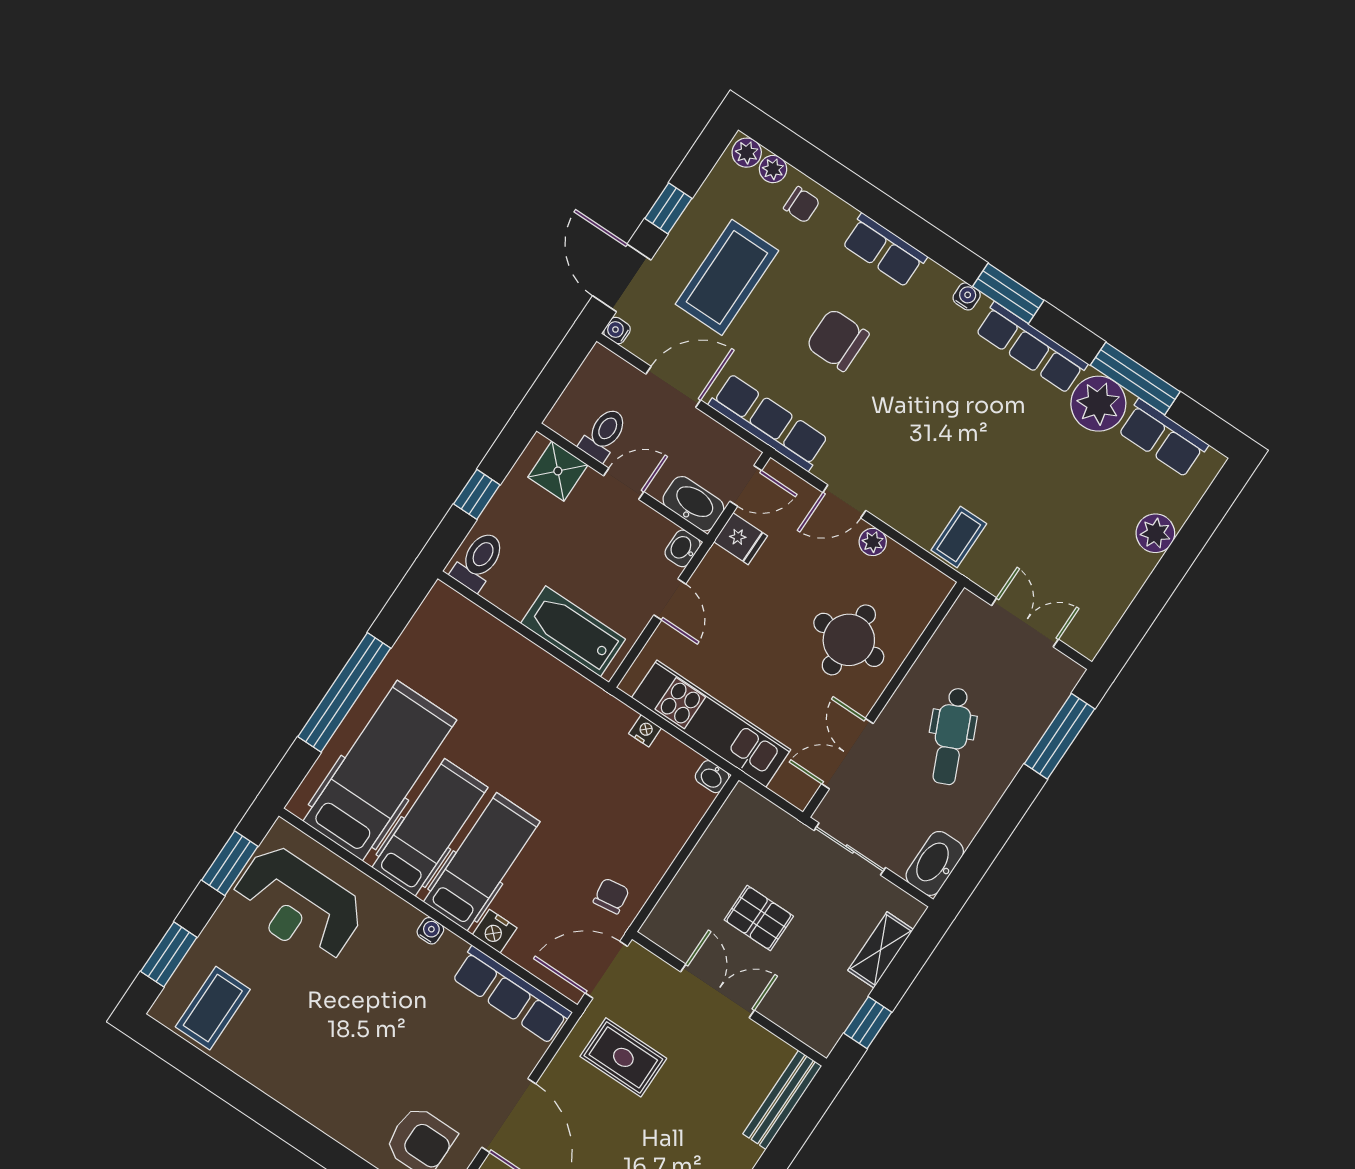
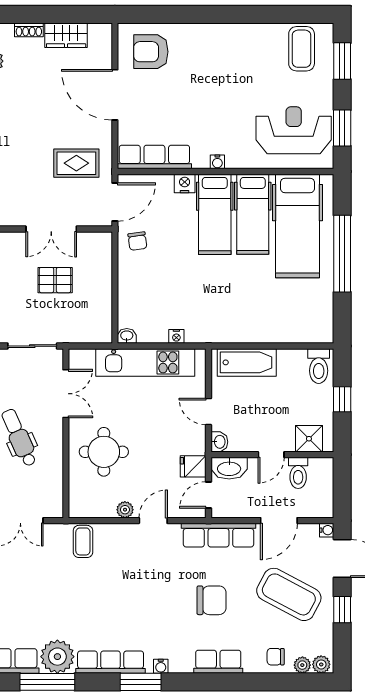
coffee table: (727, 277) -> (289, 594), turned -62

